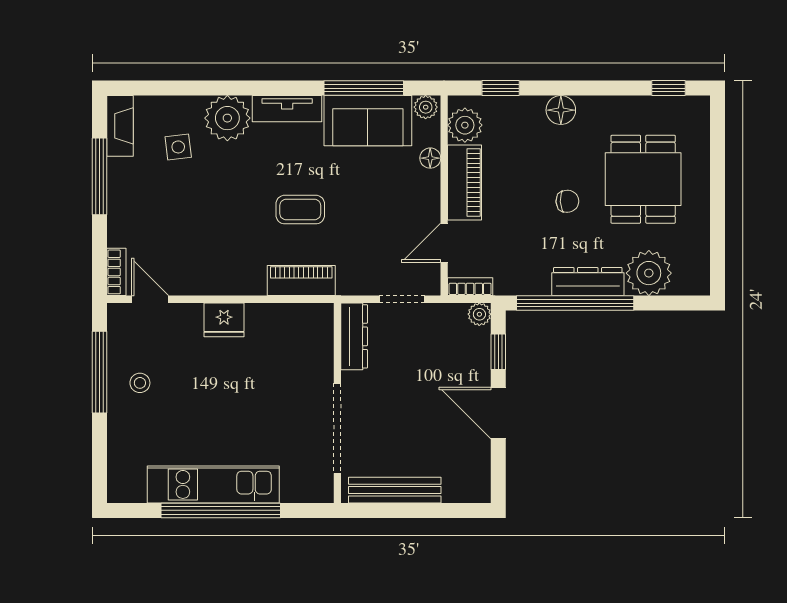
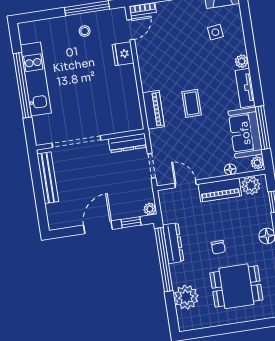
plant: (227, 118) -> (242, 61), width x0.53, depth x0.53
dresser: (588, 282) -> (173, 243), moved
bookcase: (470, 287) -> (164, 202), removed
fridge: (224, 320) -> (123, 54), moved

